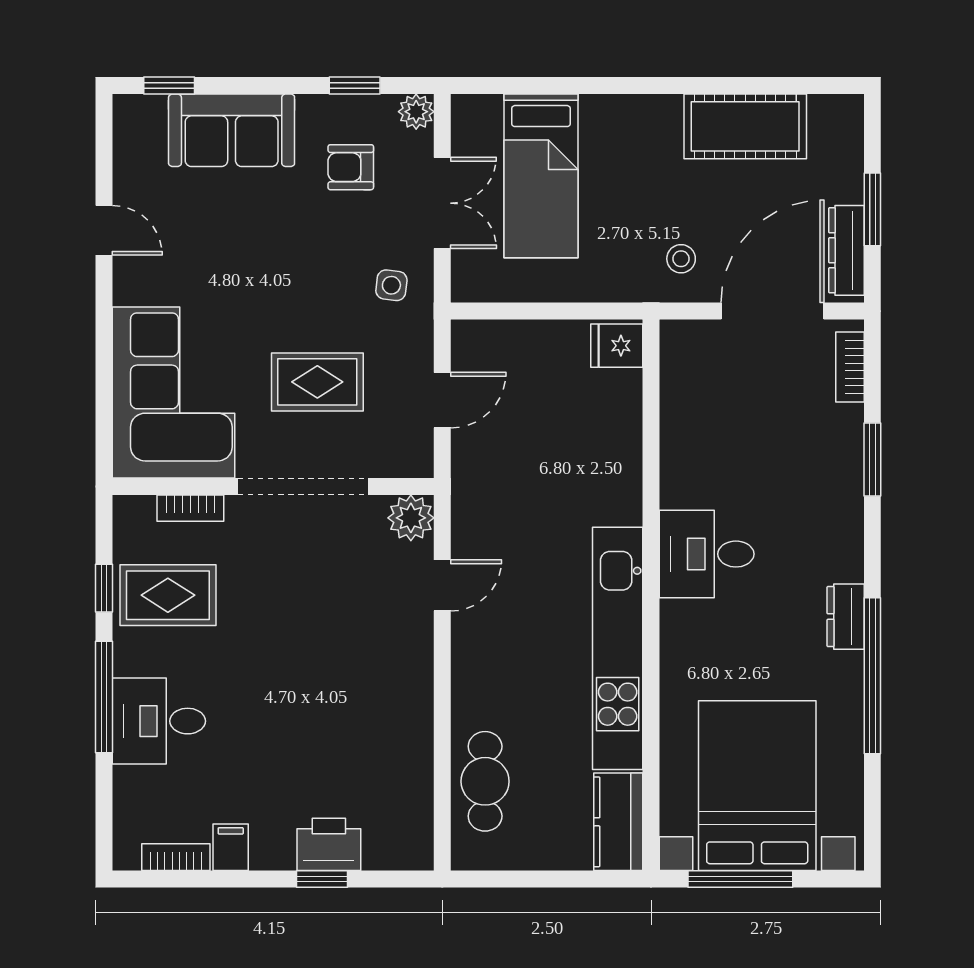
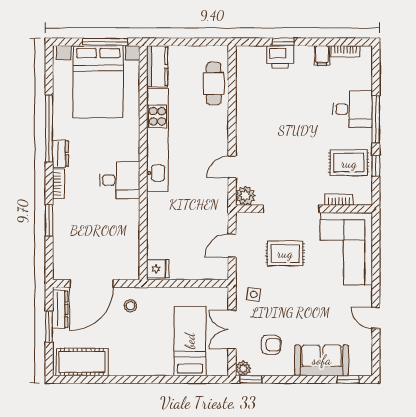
window: (355, 86) -> (251, 379), moved
cot: (745, 126) -> (82, 362), moved
bookcase: (850, 367) -> (59, 184), moved

